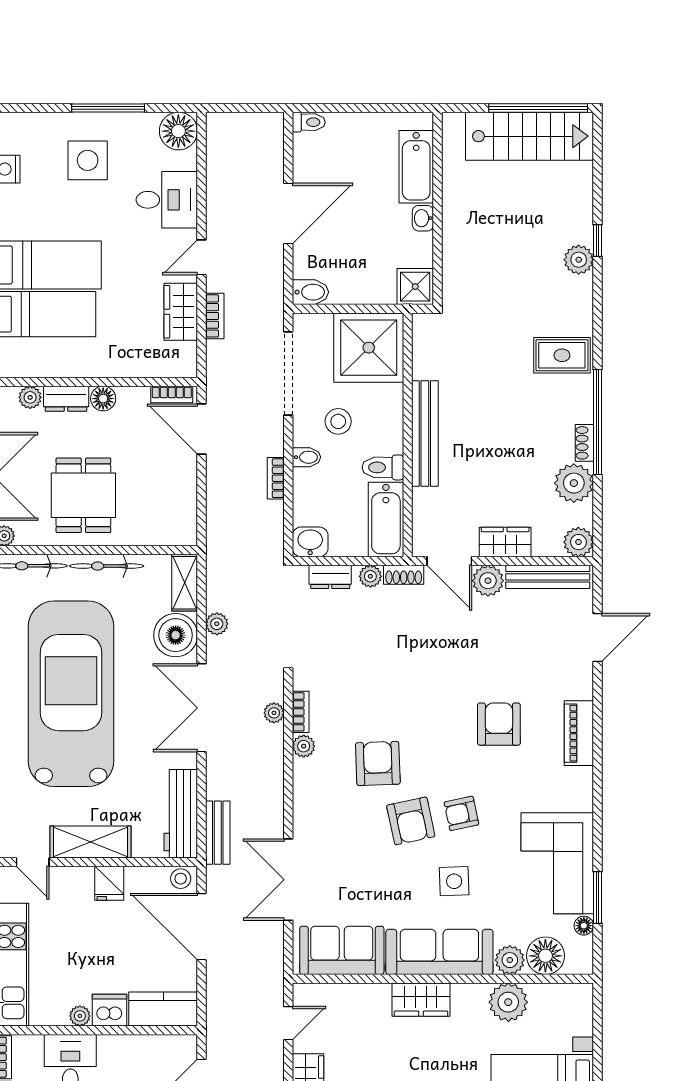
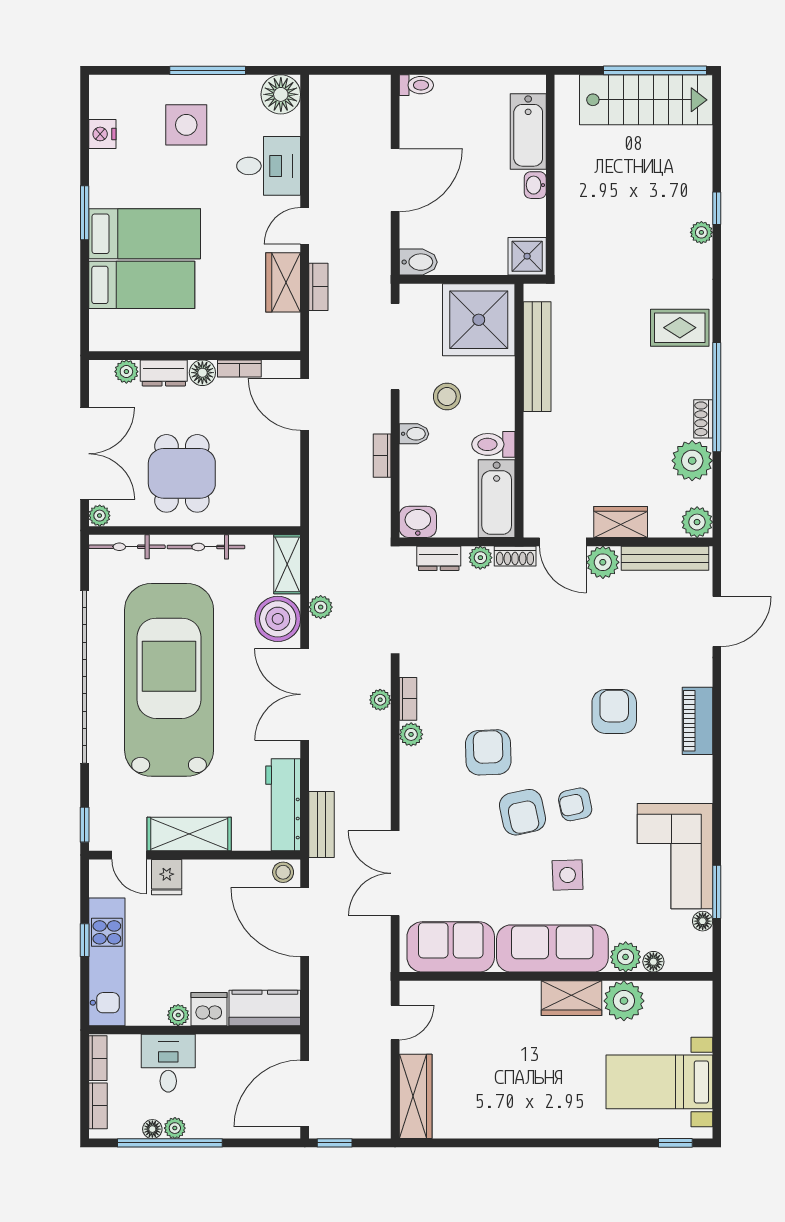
plant: (579, 260) -> (701, 232), width x0.73, depth x0.73
bookcase: (172, 394) -> (239, 368), moved
bench: (425, 434) -> (537, 357), moved
fridge: (109, 883) -> (167, 877), moved
floor lamp: (545, 956) -> (653, 962), width x0.53, depth x0.53
wardrobe: (421, 1000) -> (571, 998), moved

